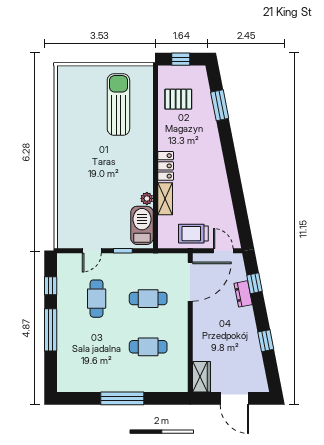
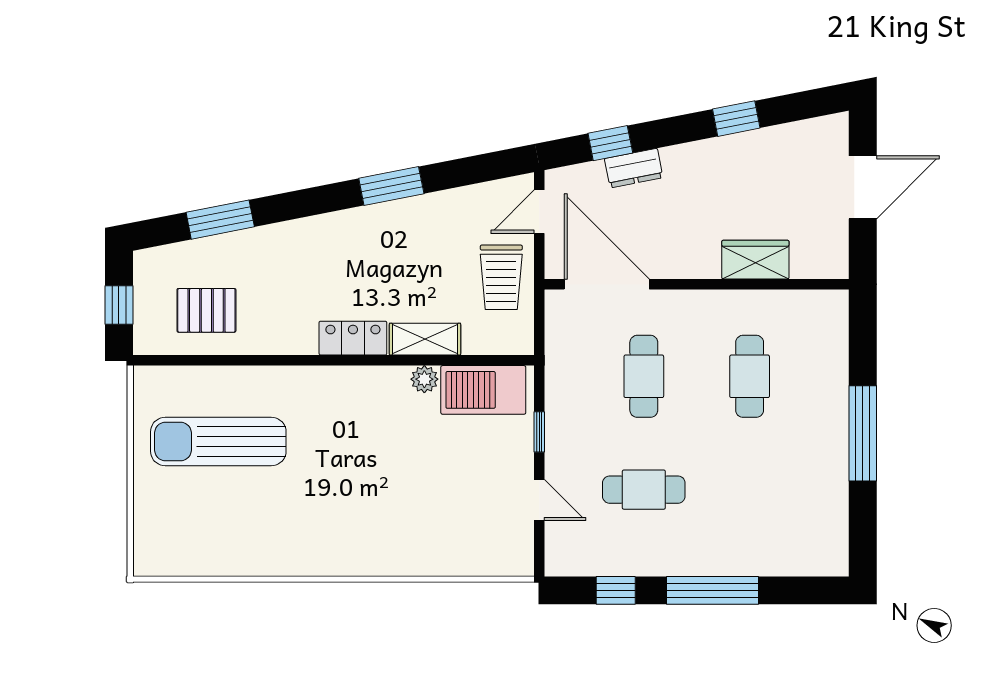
pallet: (178, 99) -> (206, 310), turned 90
window: (235, 183) -> (391, 186), added
wardrobe: (201, 377) -> (755, 260), moved

